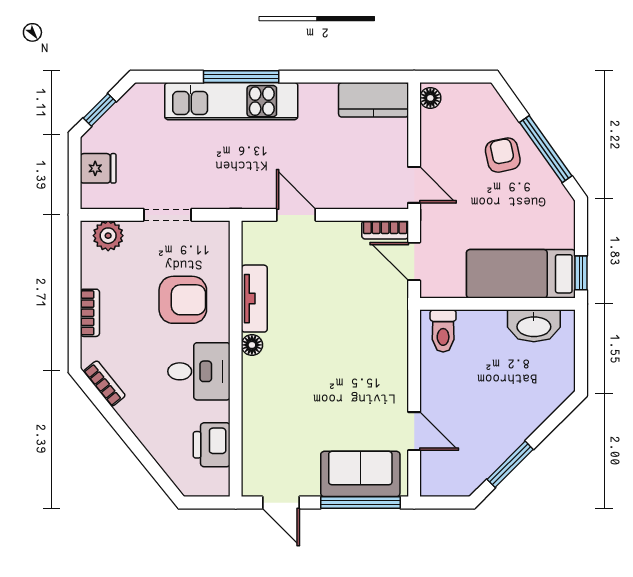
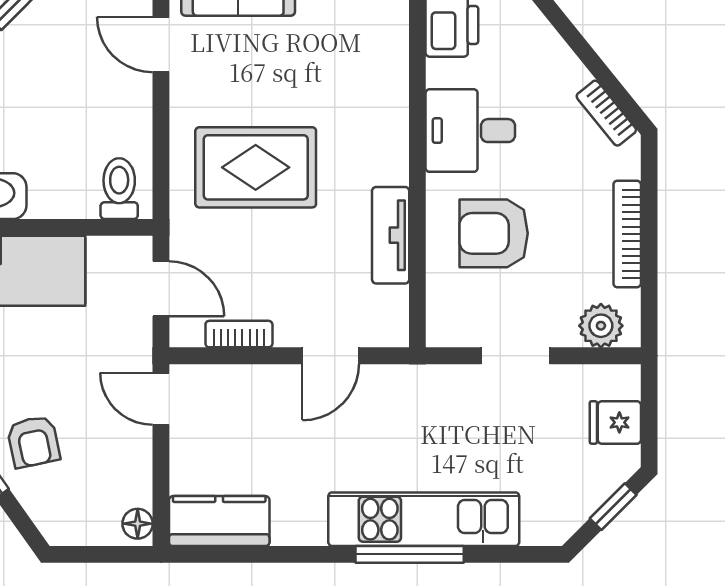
door: (296, 215) -> (331, 356), hinge flipped
bookcase: (385, 230) -> (239, 334), moved
bookcase: (90, 313) -> (627, 234), width x1.56
floor lamp: (252, 345) -> (394, 168), removed
rug: (348, 346) -> (256, 167), added

